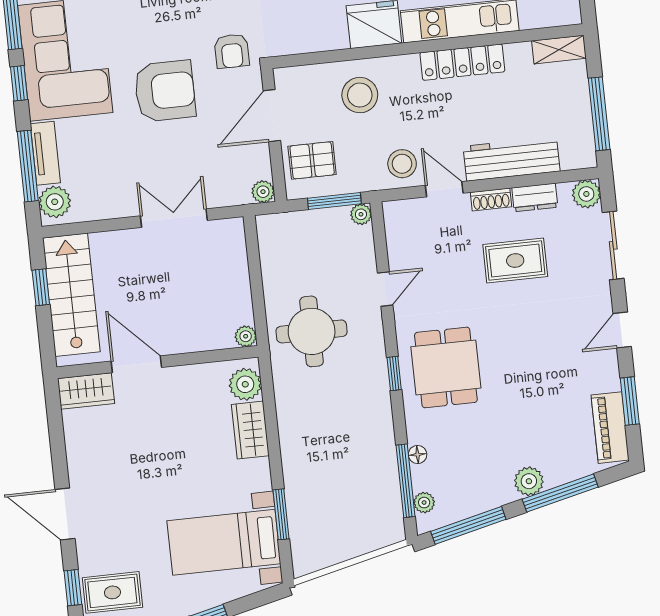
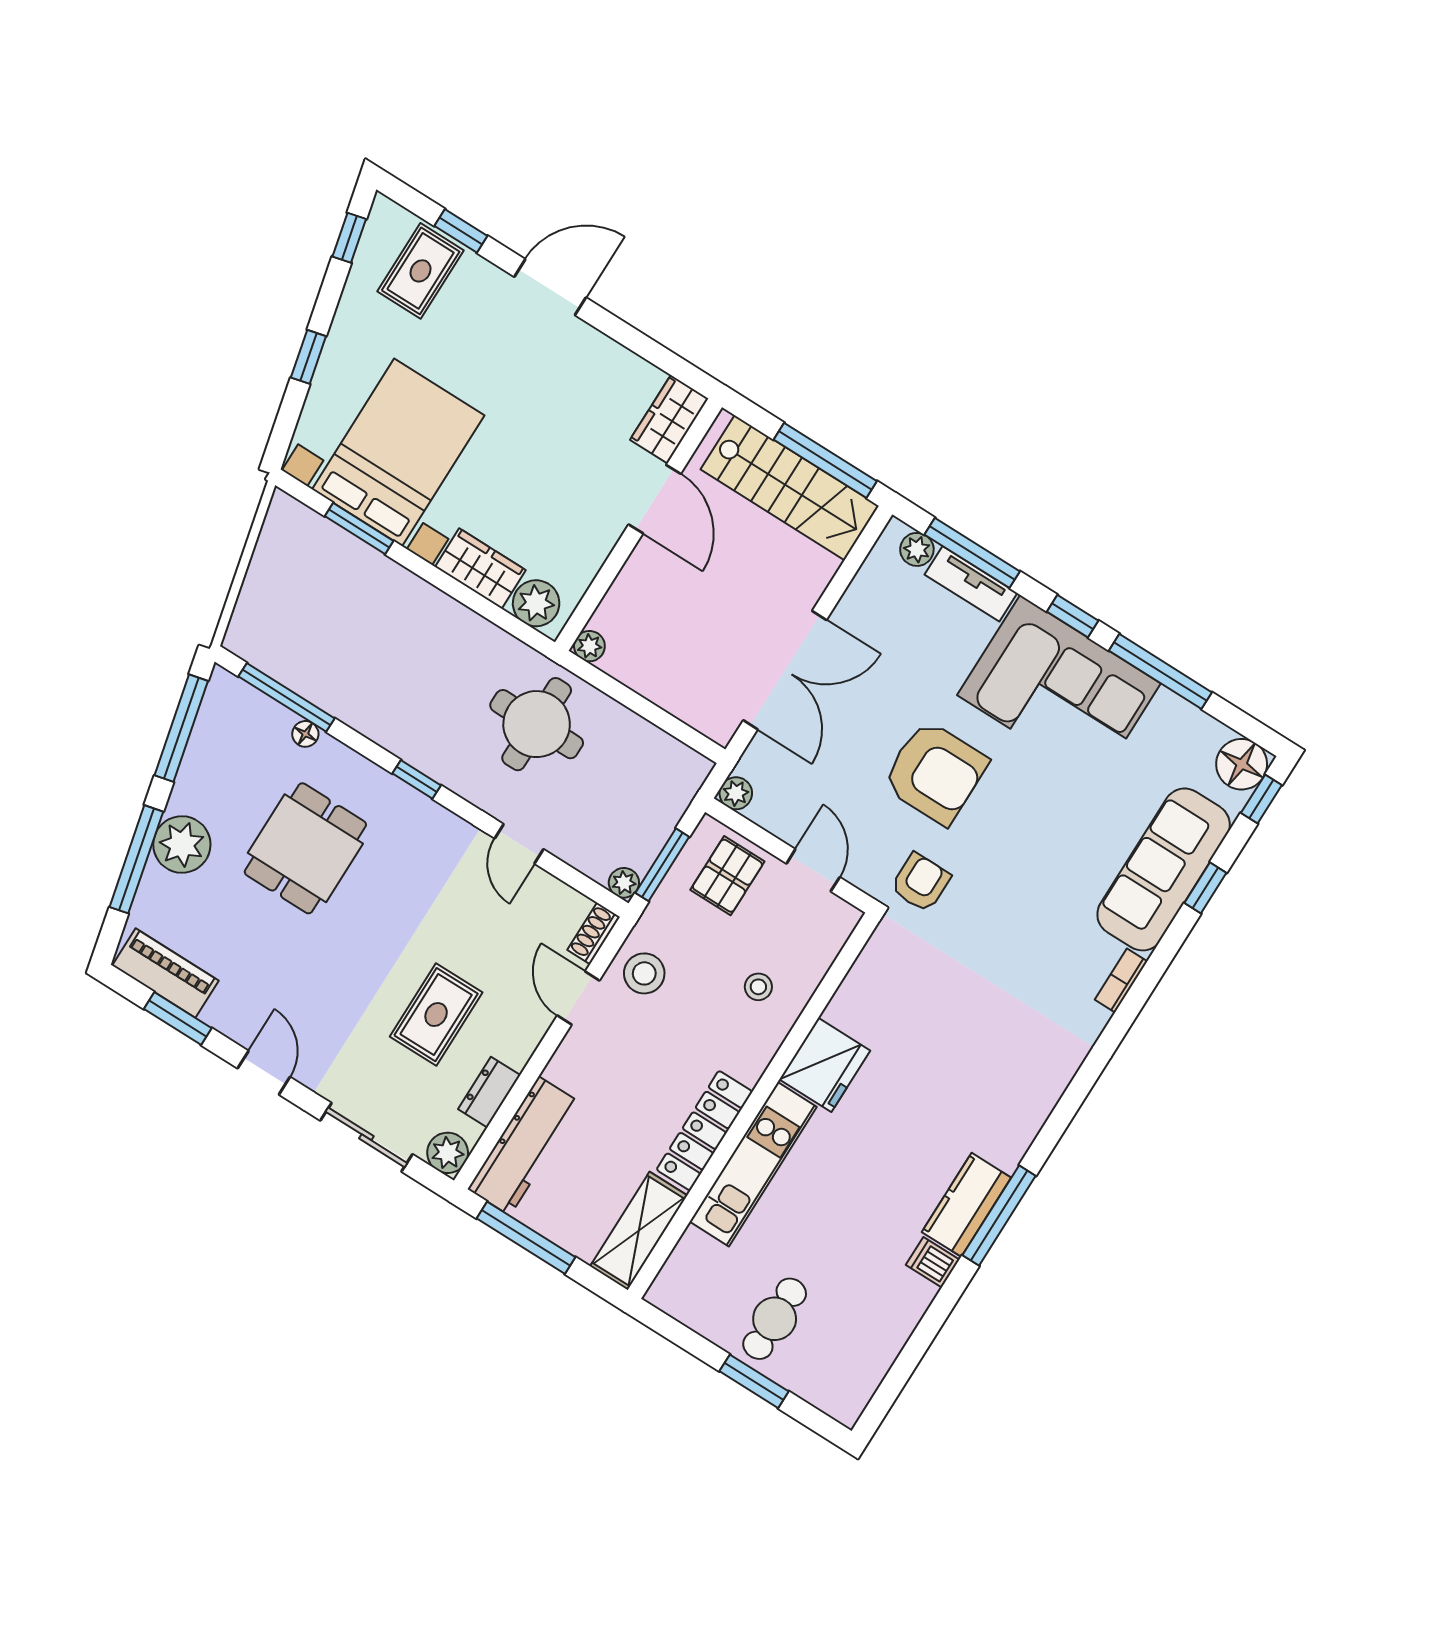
shelving: (559, 50) -> (639, 1231), width x1.50, depth x1.33
armchair: (232, 51) -> (921, 883), turned 90
armchair: (165, 91) -> (935, 772), turned -90
stool: (360, 95) -> (758, 987), width x0.53, depth x0.53
door: (272, 116) -> (813, 870), width x0.73
workbench: (512, 159) -> (524, 1146), moved
door: (444, 189) -> (578, 998), swing flipped
shoe rack: (491, 199) -> (594, 933), moved
plant: (55, 202) -> (917, 549), width x0.73, depth x0.73
double door: (174, 218) -> (785, 670), width x1.37
window: (41, 287) -> (825, 460), width x2.17
door: (136, 364) -> (655, 499), hinge flipped
dining table: (446, 367) -> (305, 848), moved, turned 90
plant: (529, 481) -> (182, 844), width x1.36, depth x1.36
plant: (424, 503) -> (246, 699), removed
bed with nightstands: (224, 542) -> (398, 452), width x1.36

